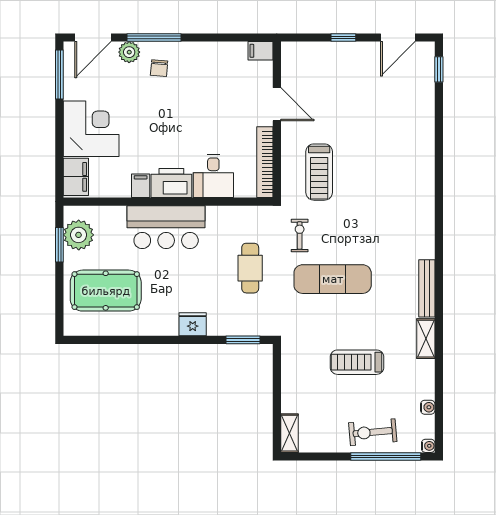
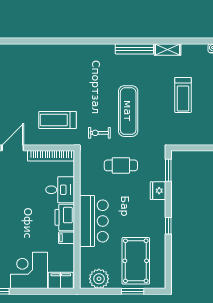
treadmill: (319, 172) -> (58, 120), turned 180
window: (59, 245) -> (133, 291), moved
fridge: (193, 324) -> (158, 191), moved
window: (159, 340) -> (168, 226), added

